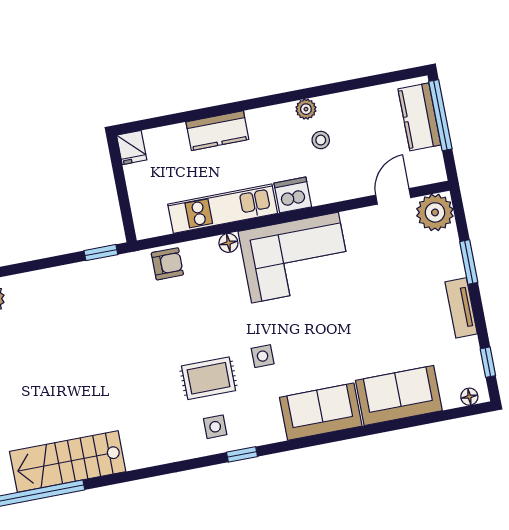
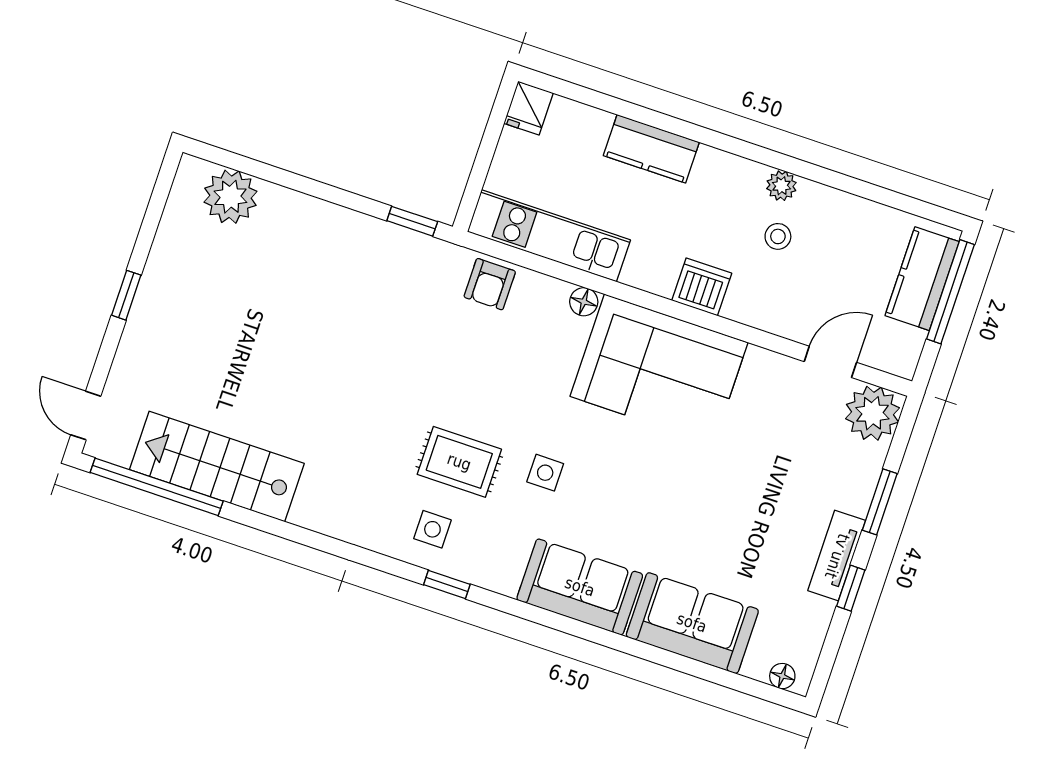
kitchen unit: (223, 209) -> (549, 236), moved
armchair: (167, 264) -> (490, 284), turned 90
window: (488, 362) -> (851, 588), moved

